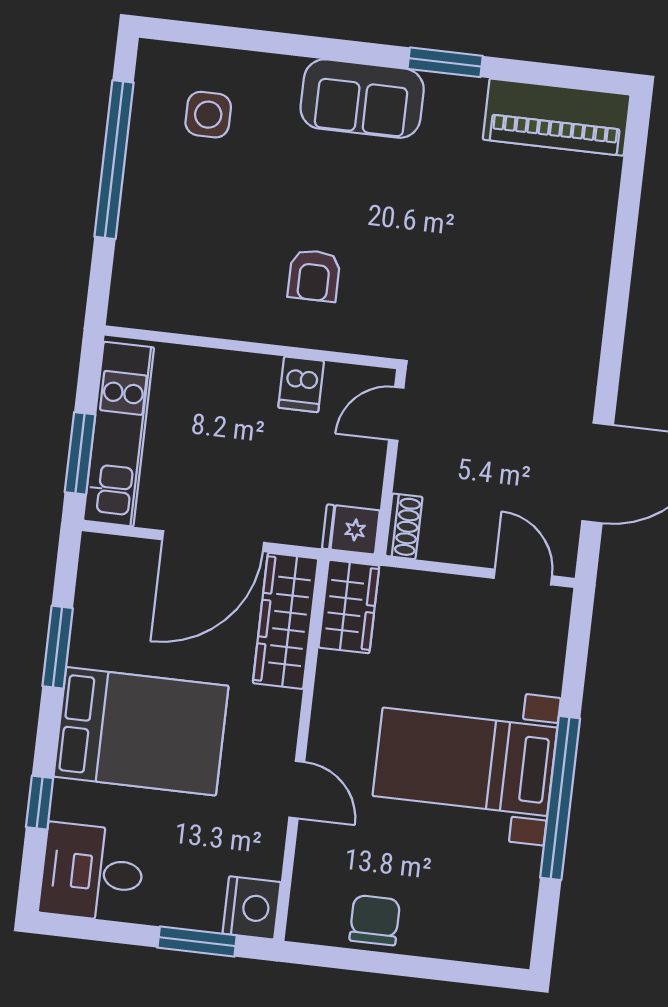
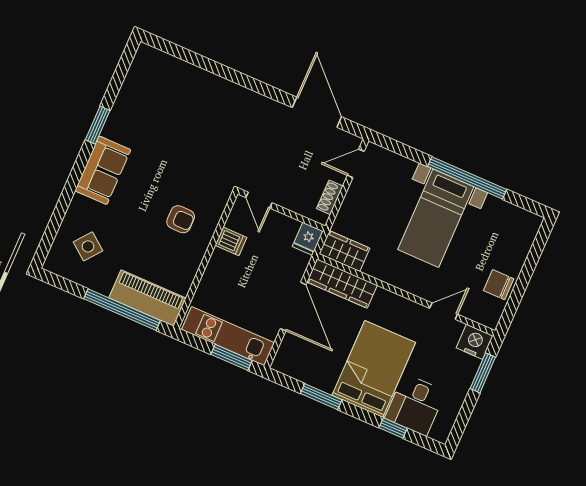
side table: (208, 115) -> (88, 246), turned 38
piano: (557, 117) -> (148, 298), moved, turned -90
window: (114, 160) -> (122, 310), moved
shoe rack: (404, 526) -> (330, 197), moved, turned -90
door: (297, 790) -> (444, 311), moved
desk: (92, 872) -> (415, 405), moved

